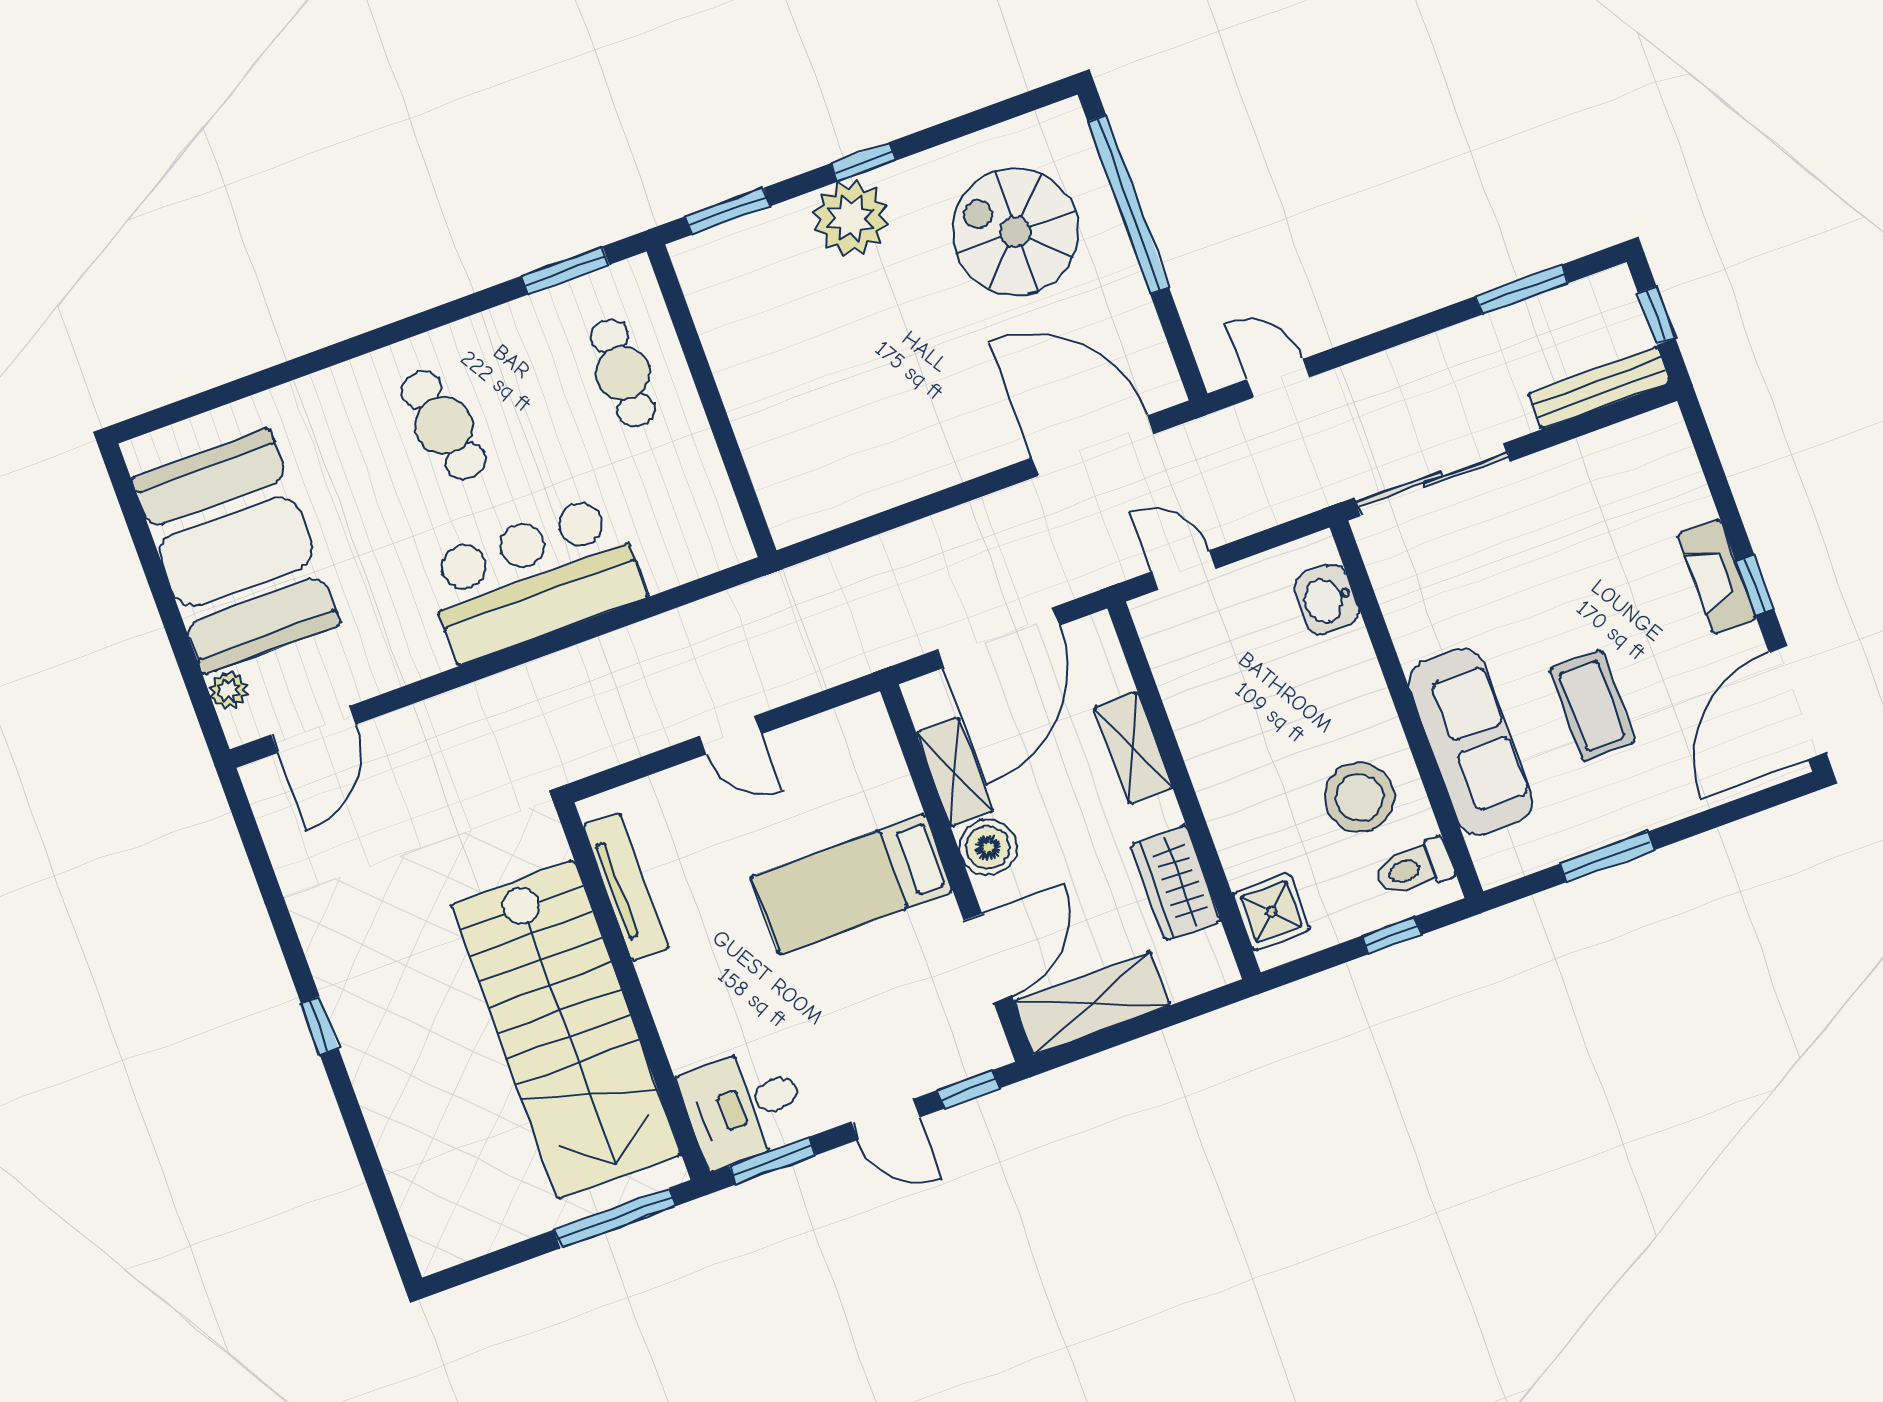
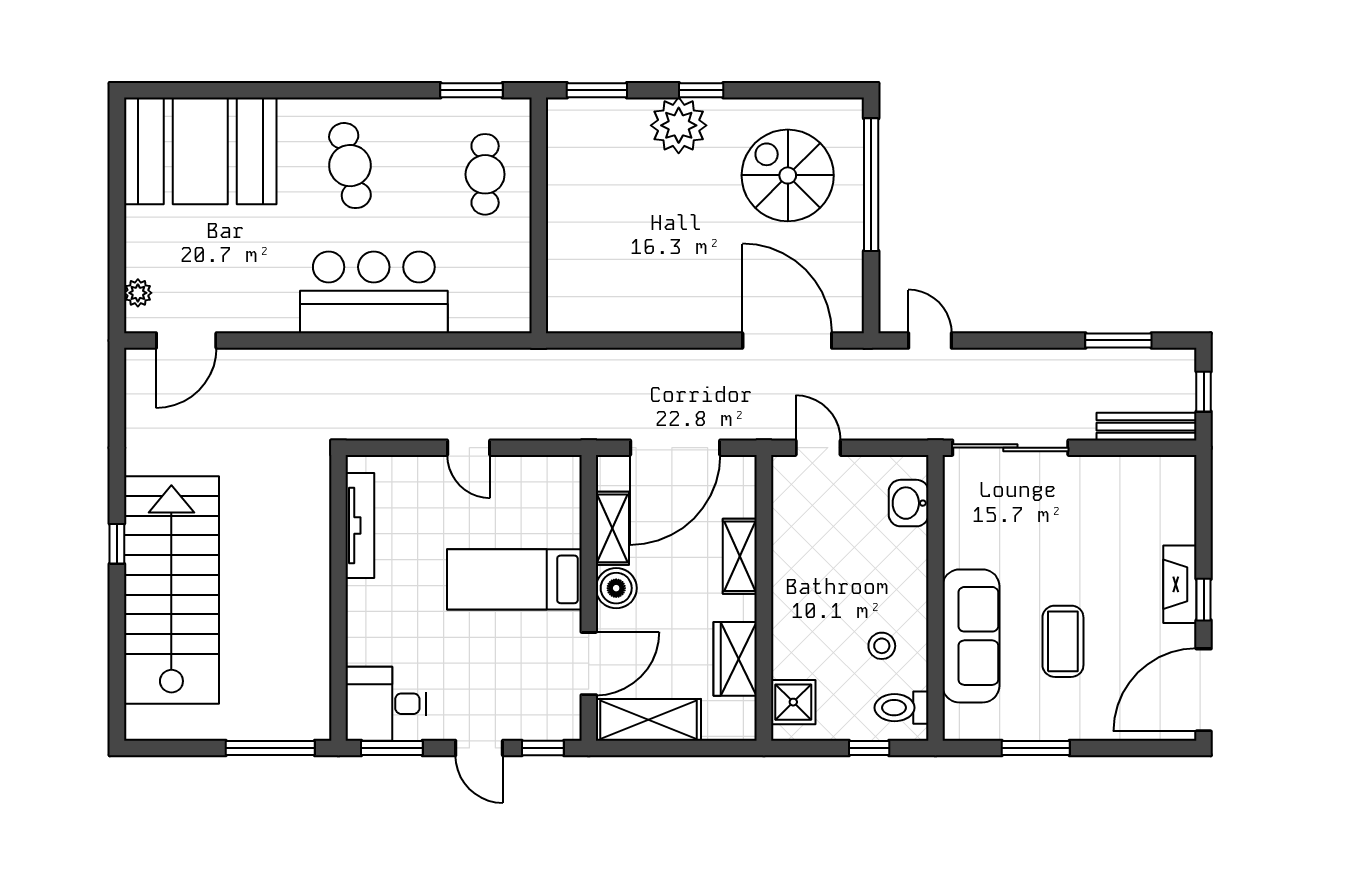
booth: (236, 551) -> (200, 151), moved, turned 90
stool: (1360, 797) -> (882, 646), width x0.53, depth x0.53
stairs: (566, 1030) -> (171, 590), moved, turned 180

